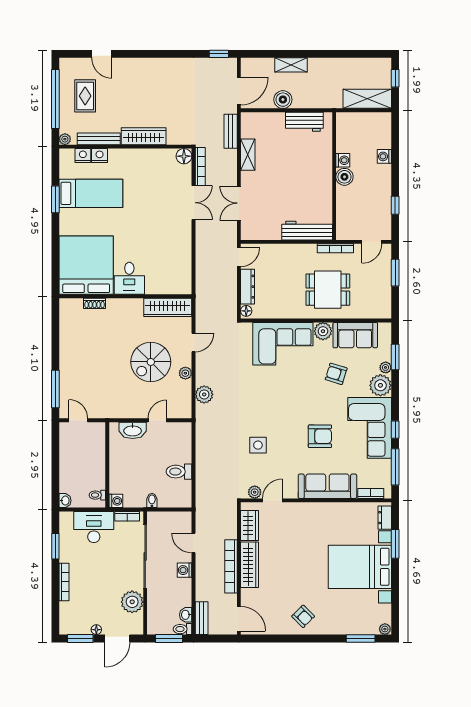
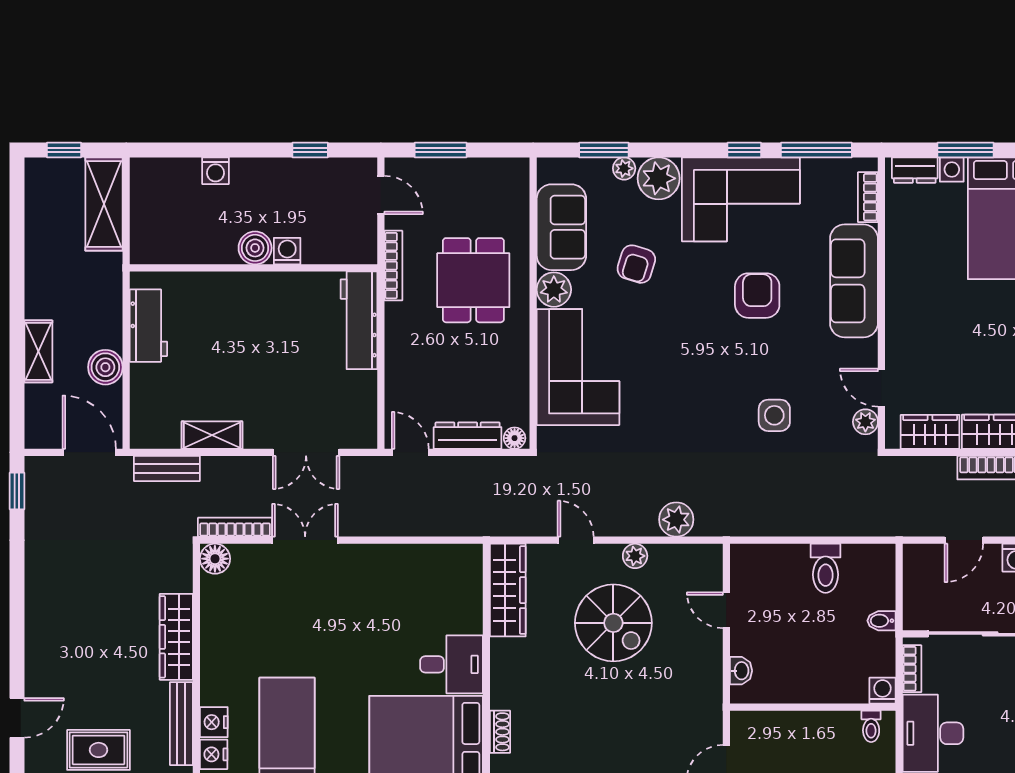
washing machine: (343, 160) -> (287, 251), moved
washbasin: (133, 430) -> (741, 671), width x0.52, depth x0.69

